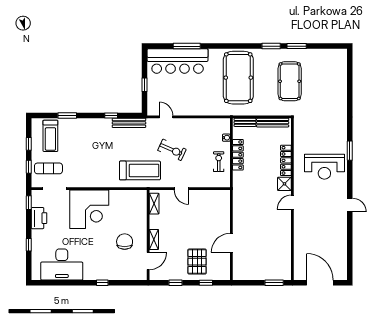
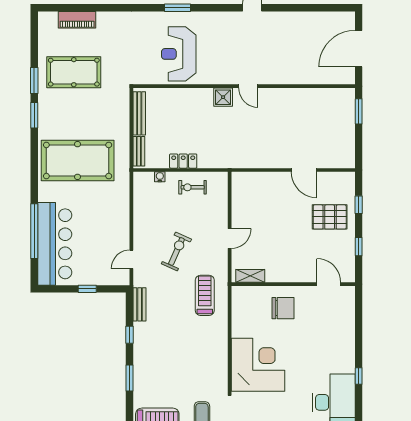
window: (187, 46) -> (34, 231), width x1.46
piano: (341, 77) -> (77, 20), added
pool table: (290, 81) -> (74, 72), moved
window: (67, 116) -> (130, 378), moved
bench: (129, 123) -> (140, 304), width x0.73
locker: (238, 155) -> (183, 161), width x0.66
locker: (286, 160) -> (191, 95), removed
reception desk: (324, 167) -> (179, 54), moved, turned 180
treadmill: (140, 170) -> (205, 295), width x0.73, depth x0.73
shelving: (154, 239) -> (299, 276), removed
chair: (125, 242) -> (283, 308), moved, turned 180
window: (102, 283) -> (359, 376), moved

